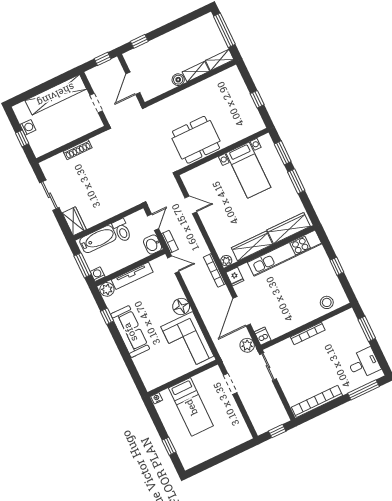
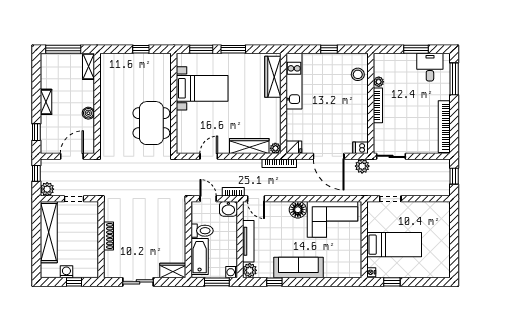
shelving: (196, 72) -> (46, 102), moved
plant: (93, 75) -> (47, 189), added
door: (133, 83) -> (72, 156), swing flipped
wardrobe: (252, 246) -> (249, 146), moved, turned 90
kitchen unit: (285, 253) -> (294, 81), width x0.73
door: (173, 265) -> (256, 199), swing flipped
plant: (329, 324) -> (379, 82), added
window: (367, 329) -> (416, 49), moved
window: (169, 446) -> (392, 282), moved

